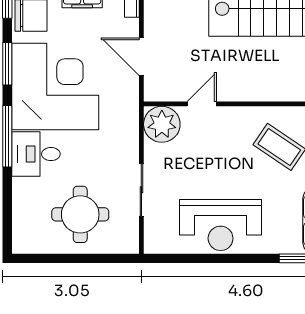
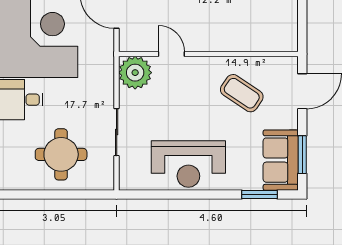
door: (202, 104) -> (171, 54), hinge flipped

